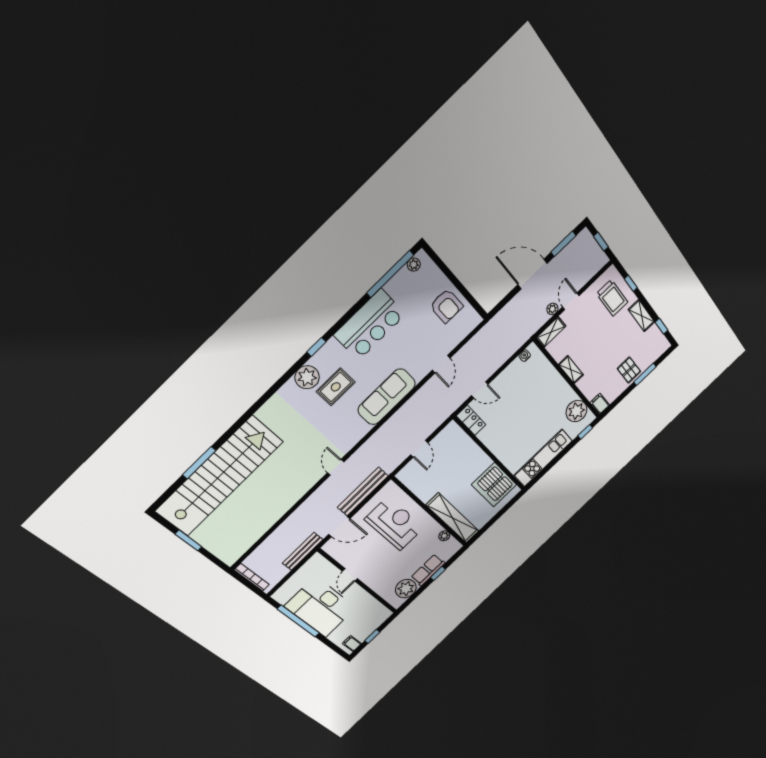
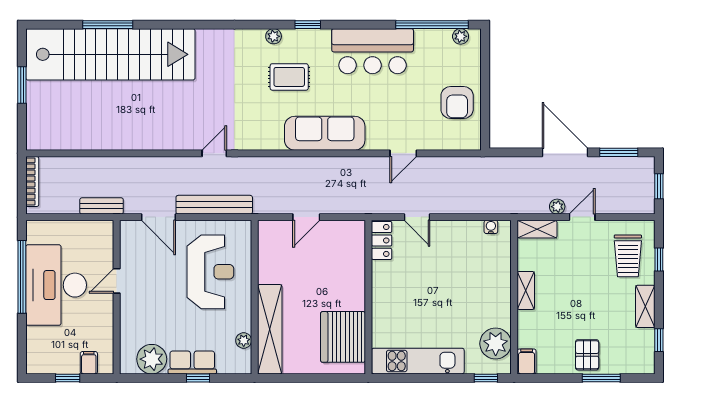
plant: (307, 377) -> (274, 36), width x0.53, depth x0.53
bench: (303, 551) -> (102, 206), width x0.73
filing cabinet: (352, 644) -> (89, 363), moved

